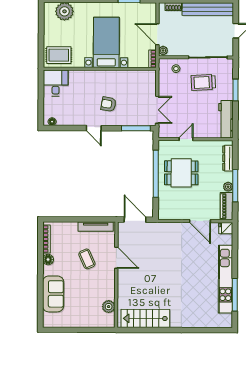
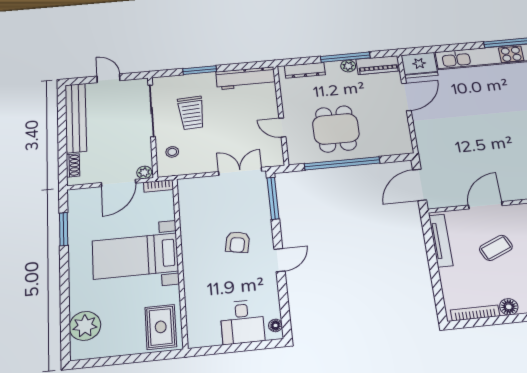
desk: (56, 83) -> (242, 322), moved, turned -90
fridge: (226, 228) -> (419, 65), width x1.88, depth x1.34

